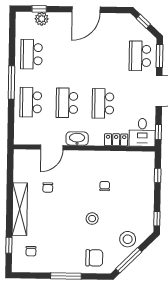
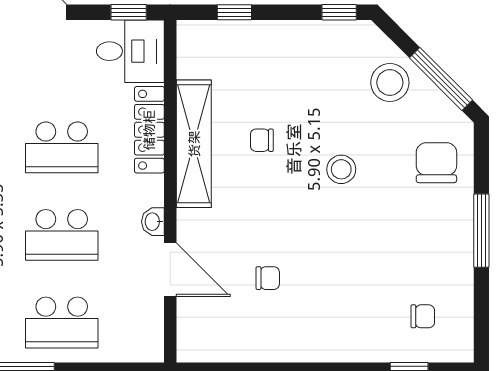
washbasin: (77, 139) -> (153, 222), width x0.52, depth x0.69
locker: (116, 140) -> (149, 130), width x1.53
shelving: (20, 209) -> (194, 144), moved, turned 90

